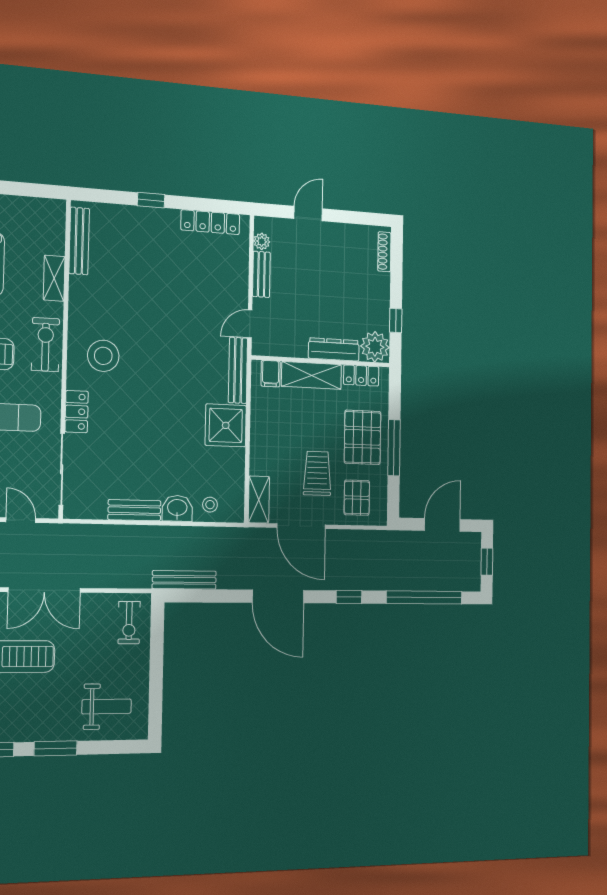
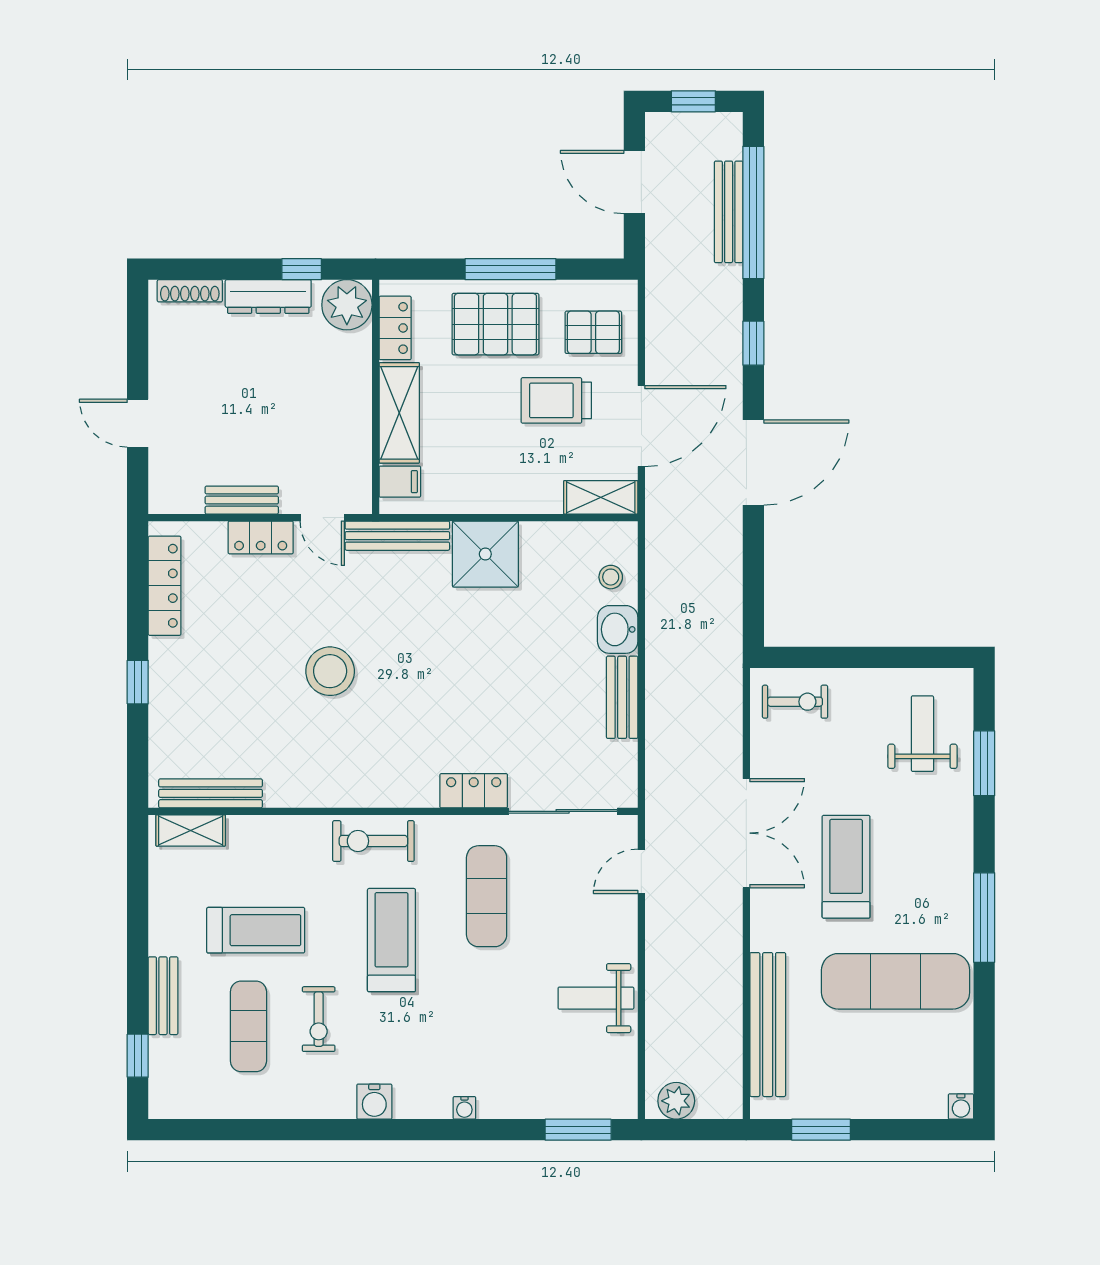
plant: (262, 241) -> (189, 500), removed
shelving: (54, 278) -> (191, 830), moved
locker: (239, 285) -> (261, 537), added
dresser: (334, 349) -> (268, 297), moved, turned -90
stool: (103, 356) -> (330, 671), moved
bench: (184, 580) -> (729, 212), moved
window: (56, 748) -> (984, 763), moved

